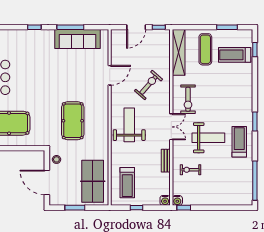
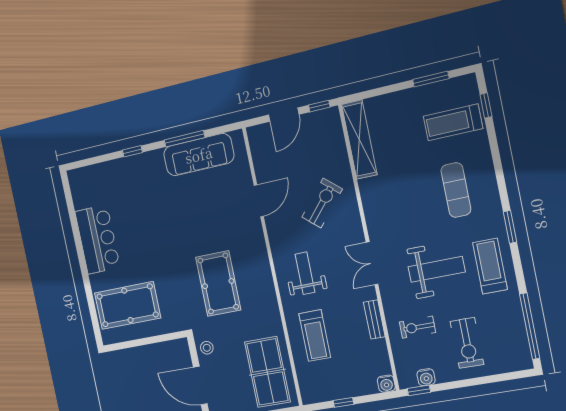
exercise mat: (205, 49) -> (456, 190), moved
exercise bike: (188, 99) -> (467, 343), moved
weight bench: (129, 125) -> (305, 273), width x0.73, depth x0.75
double door: (171, 127) -> (372, 263), swing flipped
treadmill: (127, 183) -> (315, 336), moved
water cooler: (177, 200) -> (426, 377), moved

